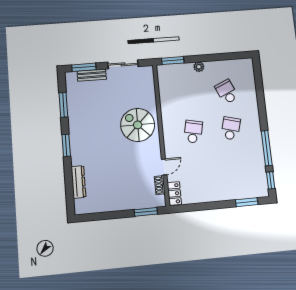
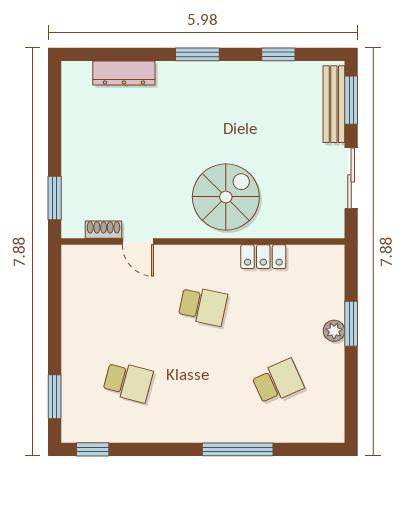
window: (173, 61) -> (351, 324), moved
bench: (92, 75) -> (334, 104), width x1.36
window: (63, 105) -> (278, 54), width x0.67
school desk: (231, 128) -> (128, 382), moved
window: (267, 148) -> (238, 449), moved
locker: (174, 193) -> (263, 257), moved

